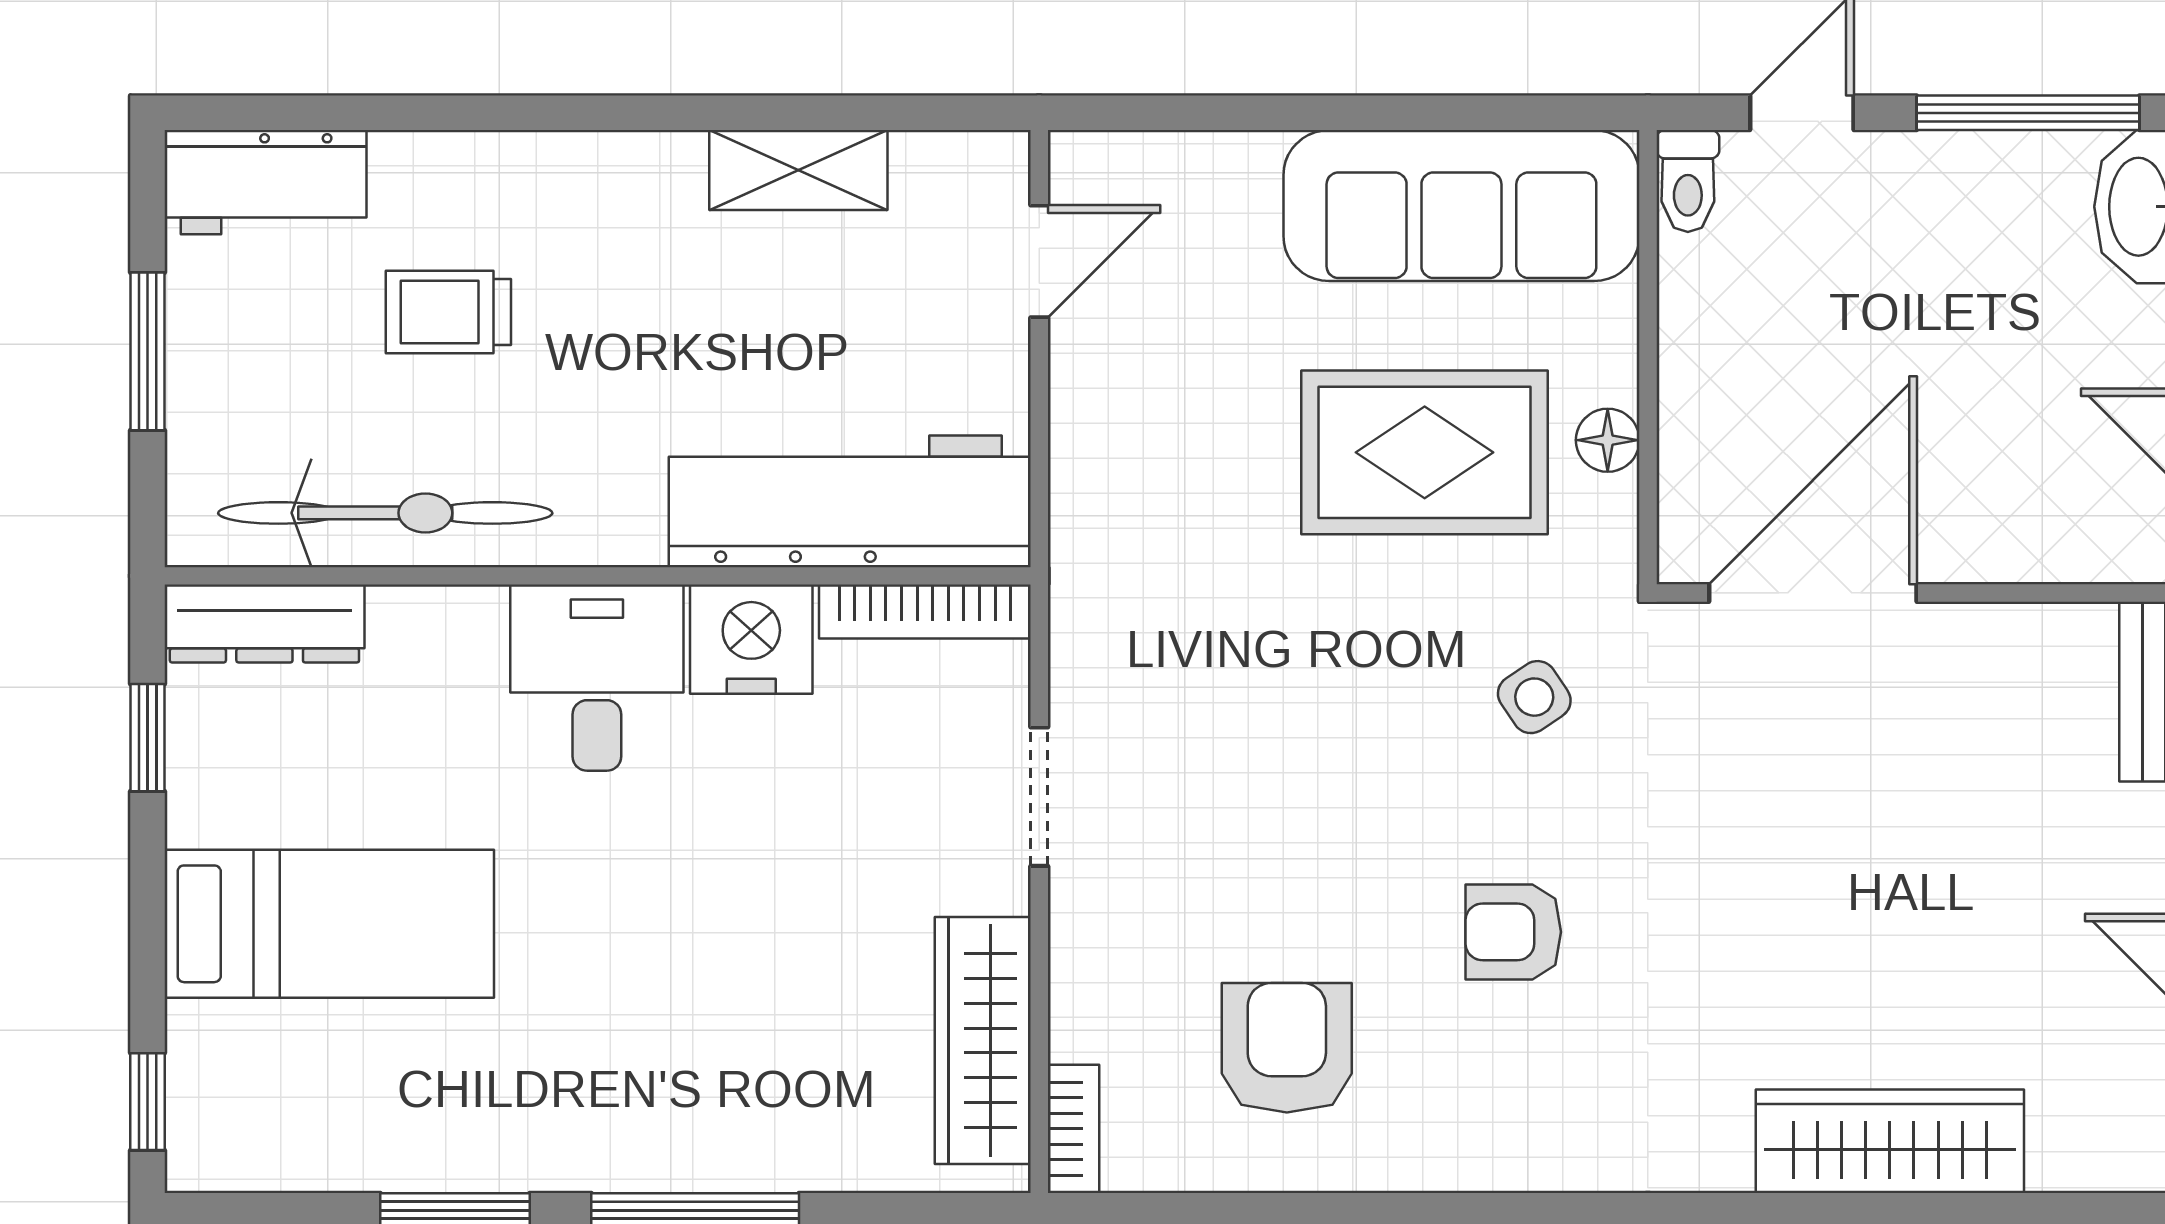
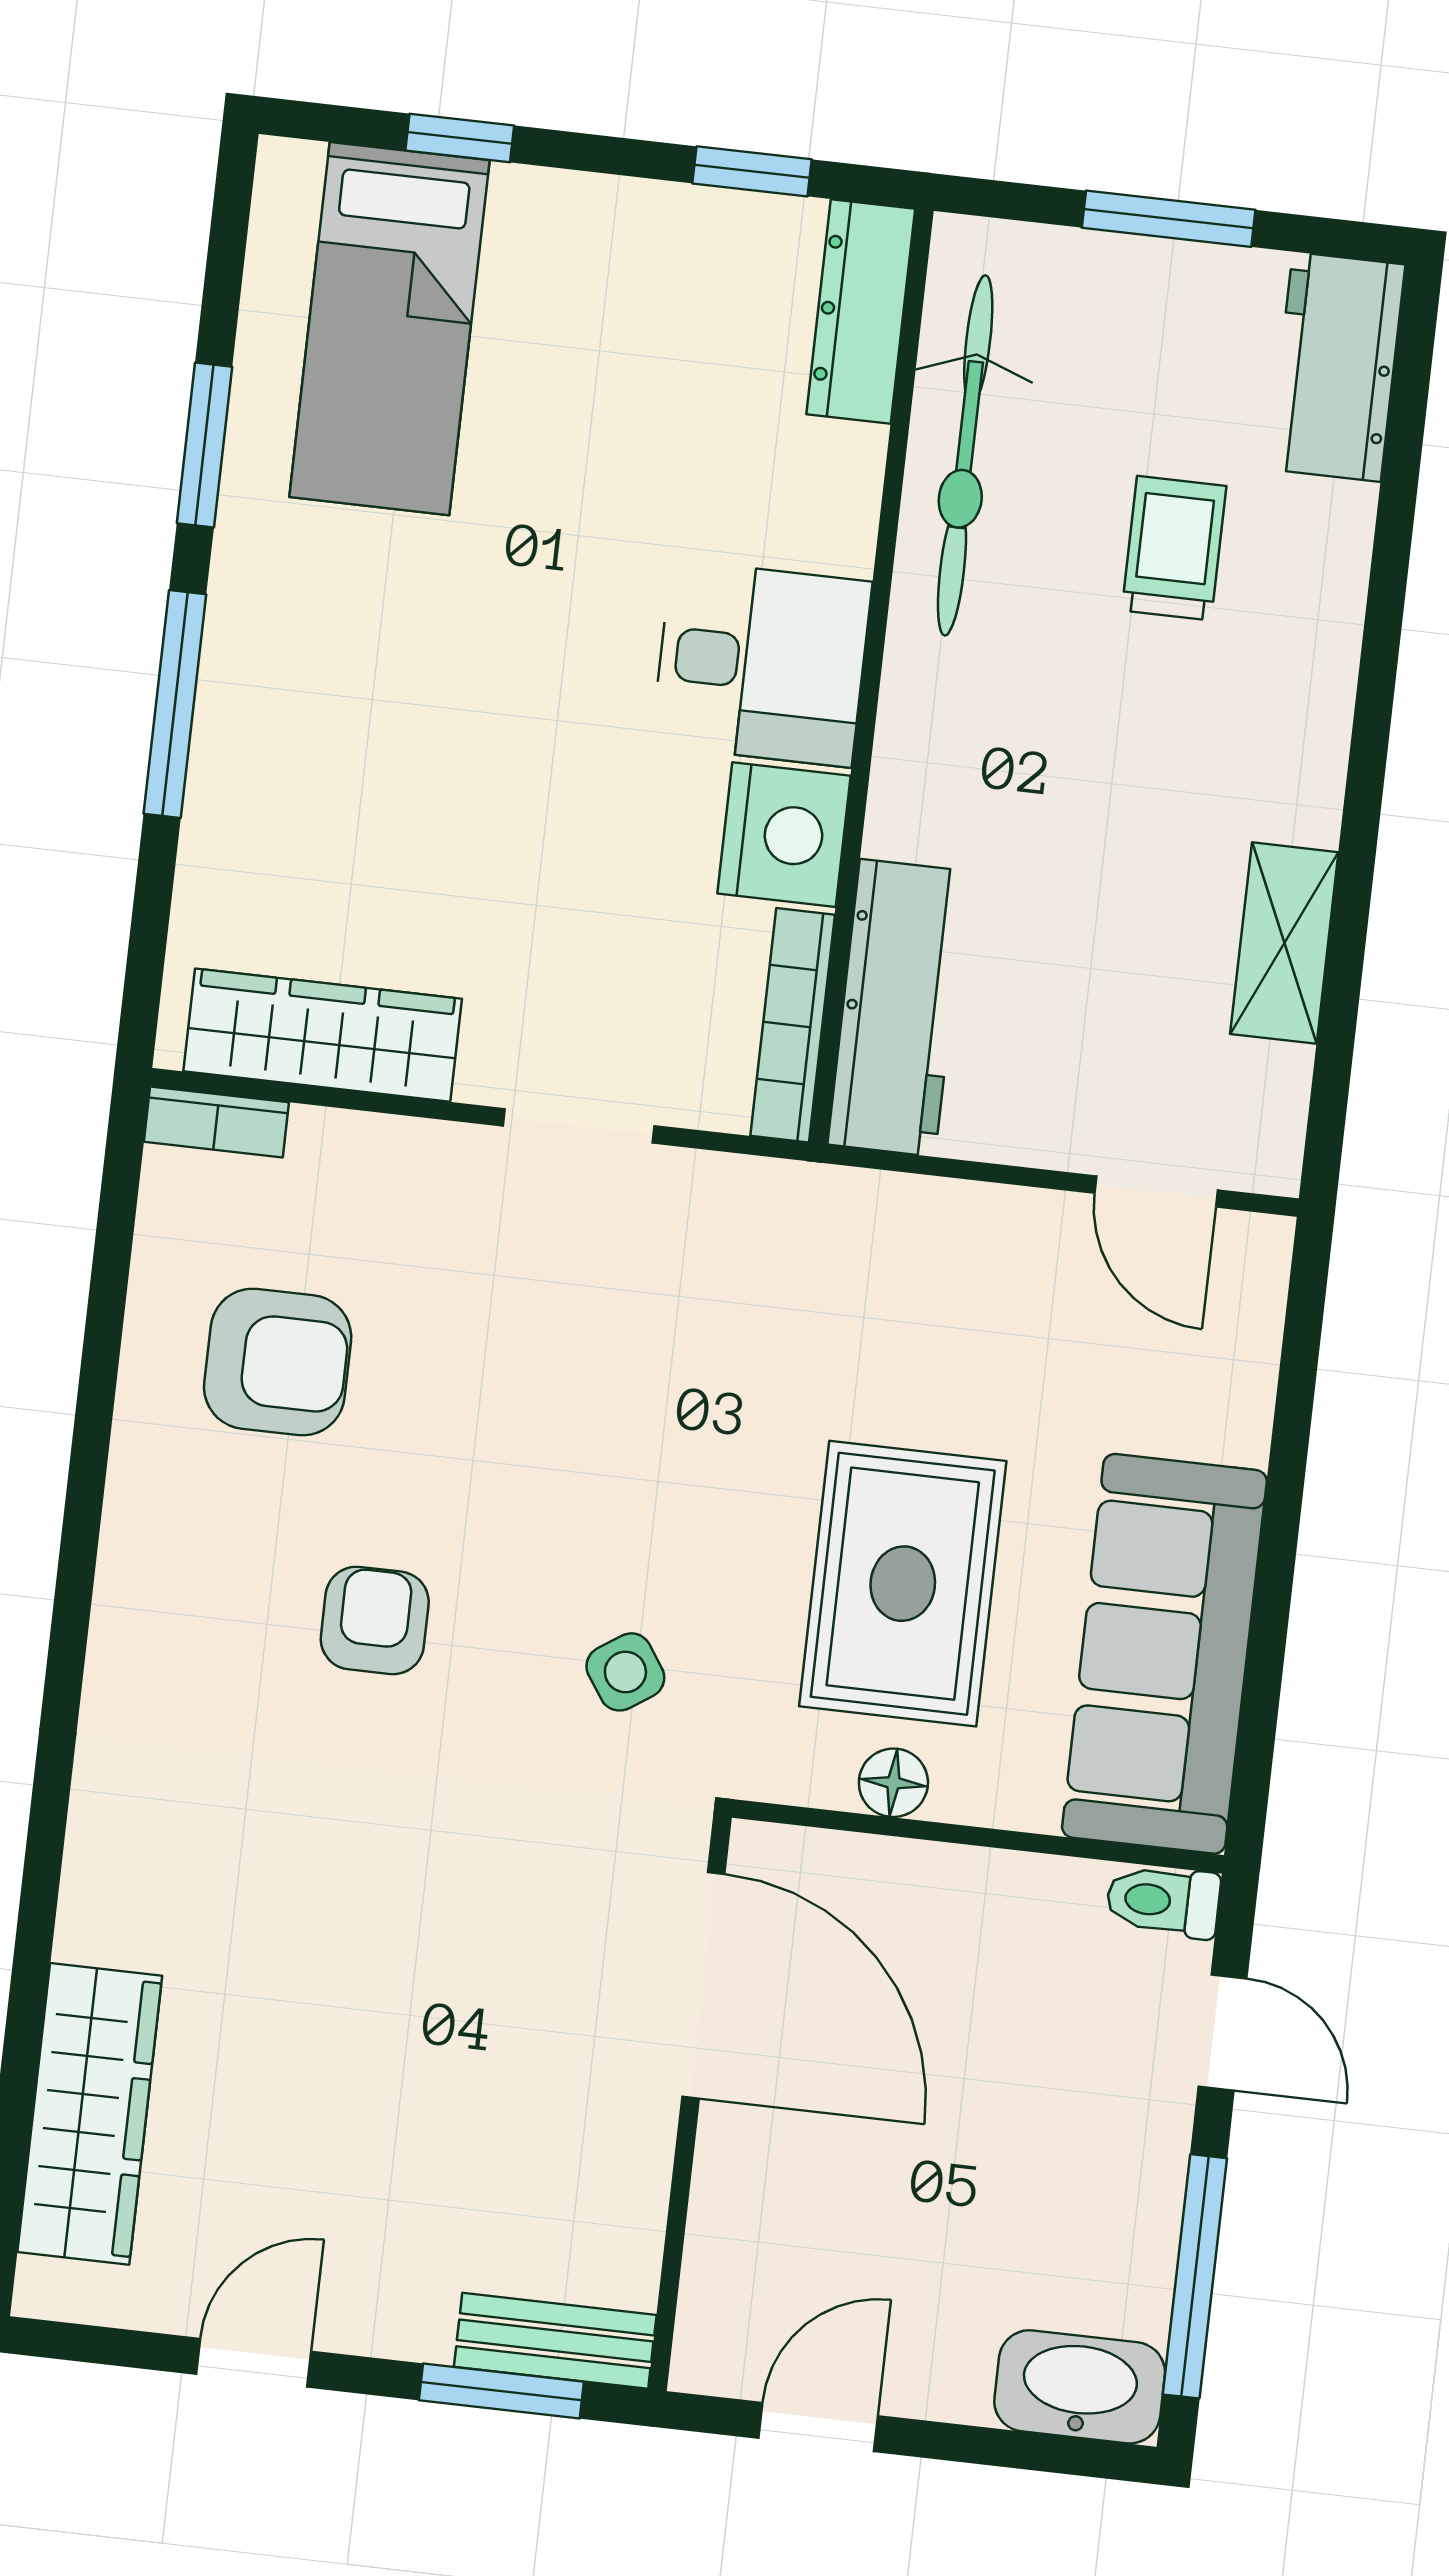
workbench: (850, 501) -> (897, 1008), width x0.73, depth x0.76
bed: (329, 924) -> (389, 329), moved
window: (147, 1102) -> (460, 138), moved
wardrobe: (1890, 1141) -> (90, 2114), moved

